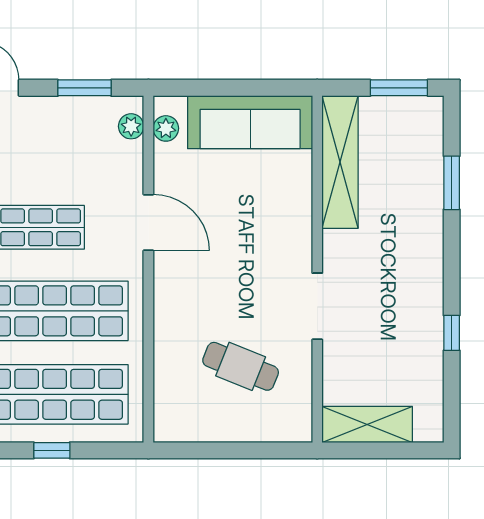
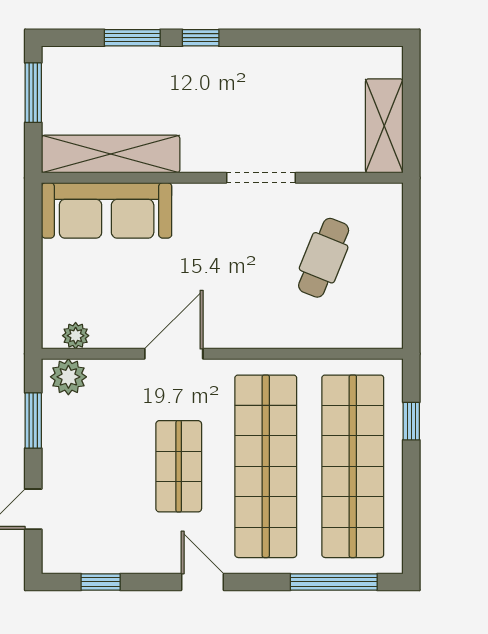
sofa: (250, 122) -> (107, 210), moved, turned 90
plant: (131, 126) -> (68, 377), width x1.38, depth x1.38
window: (452, 333) -> (201, 38), moved
window: (52, 450) -> (411, 421), moved

